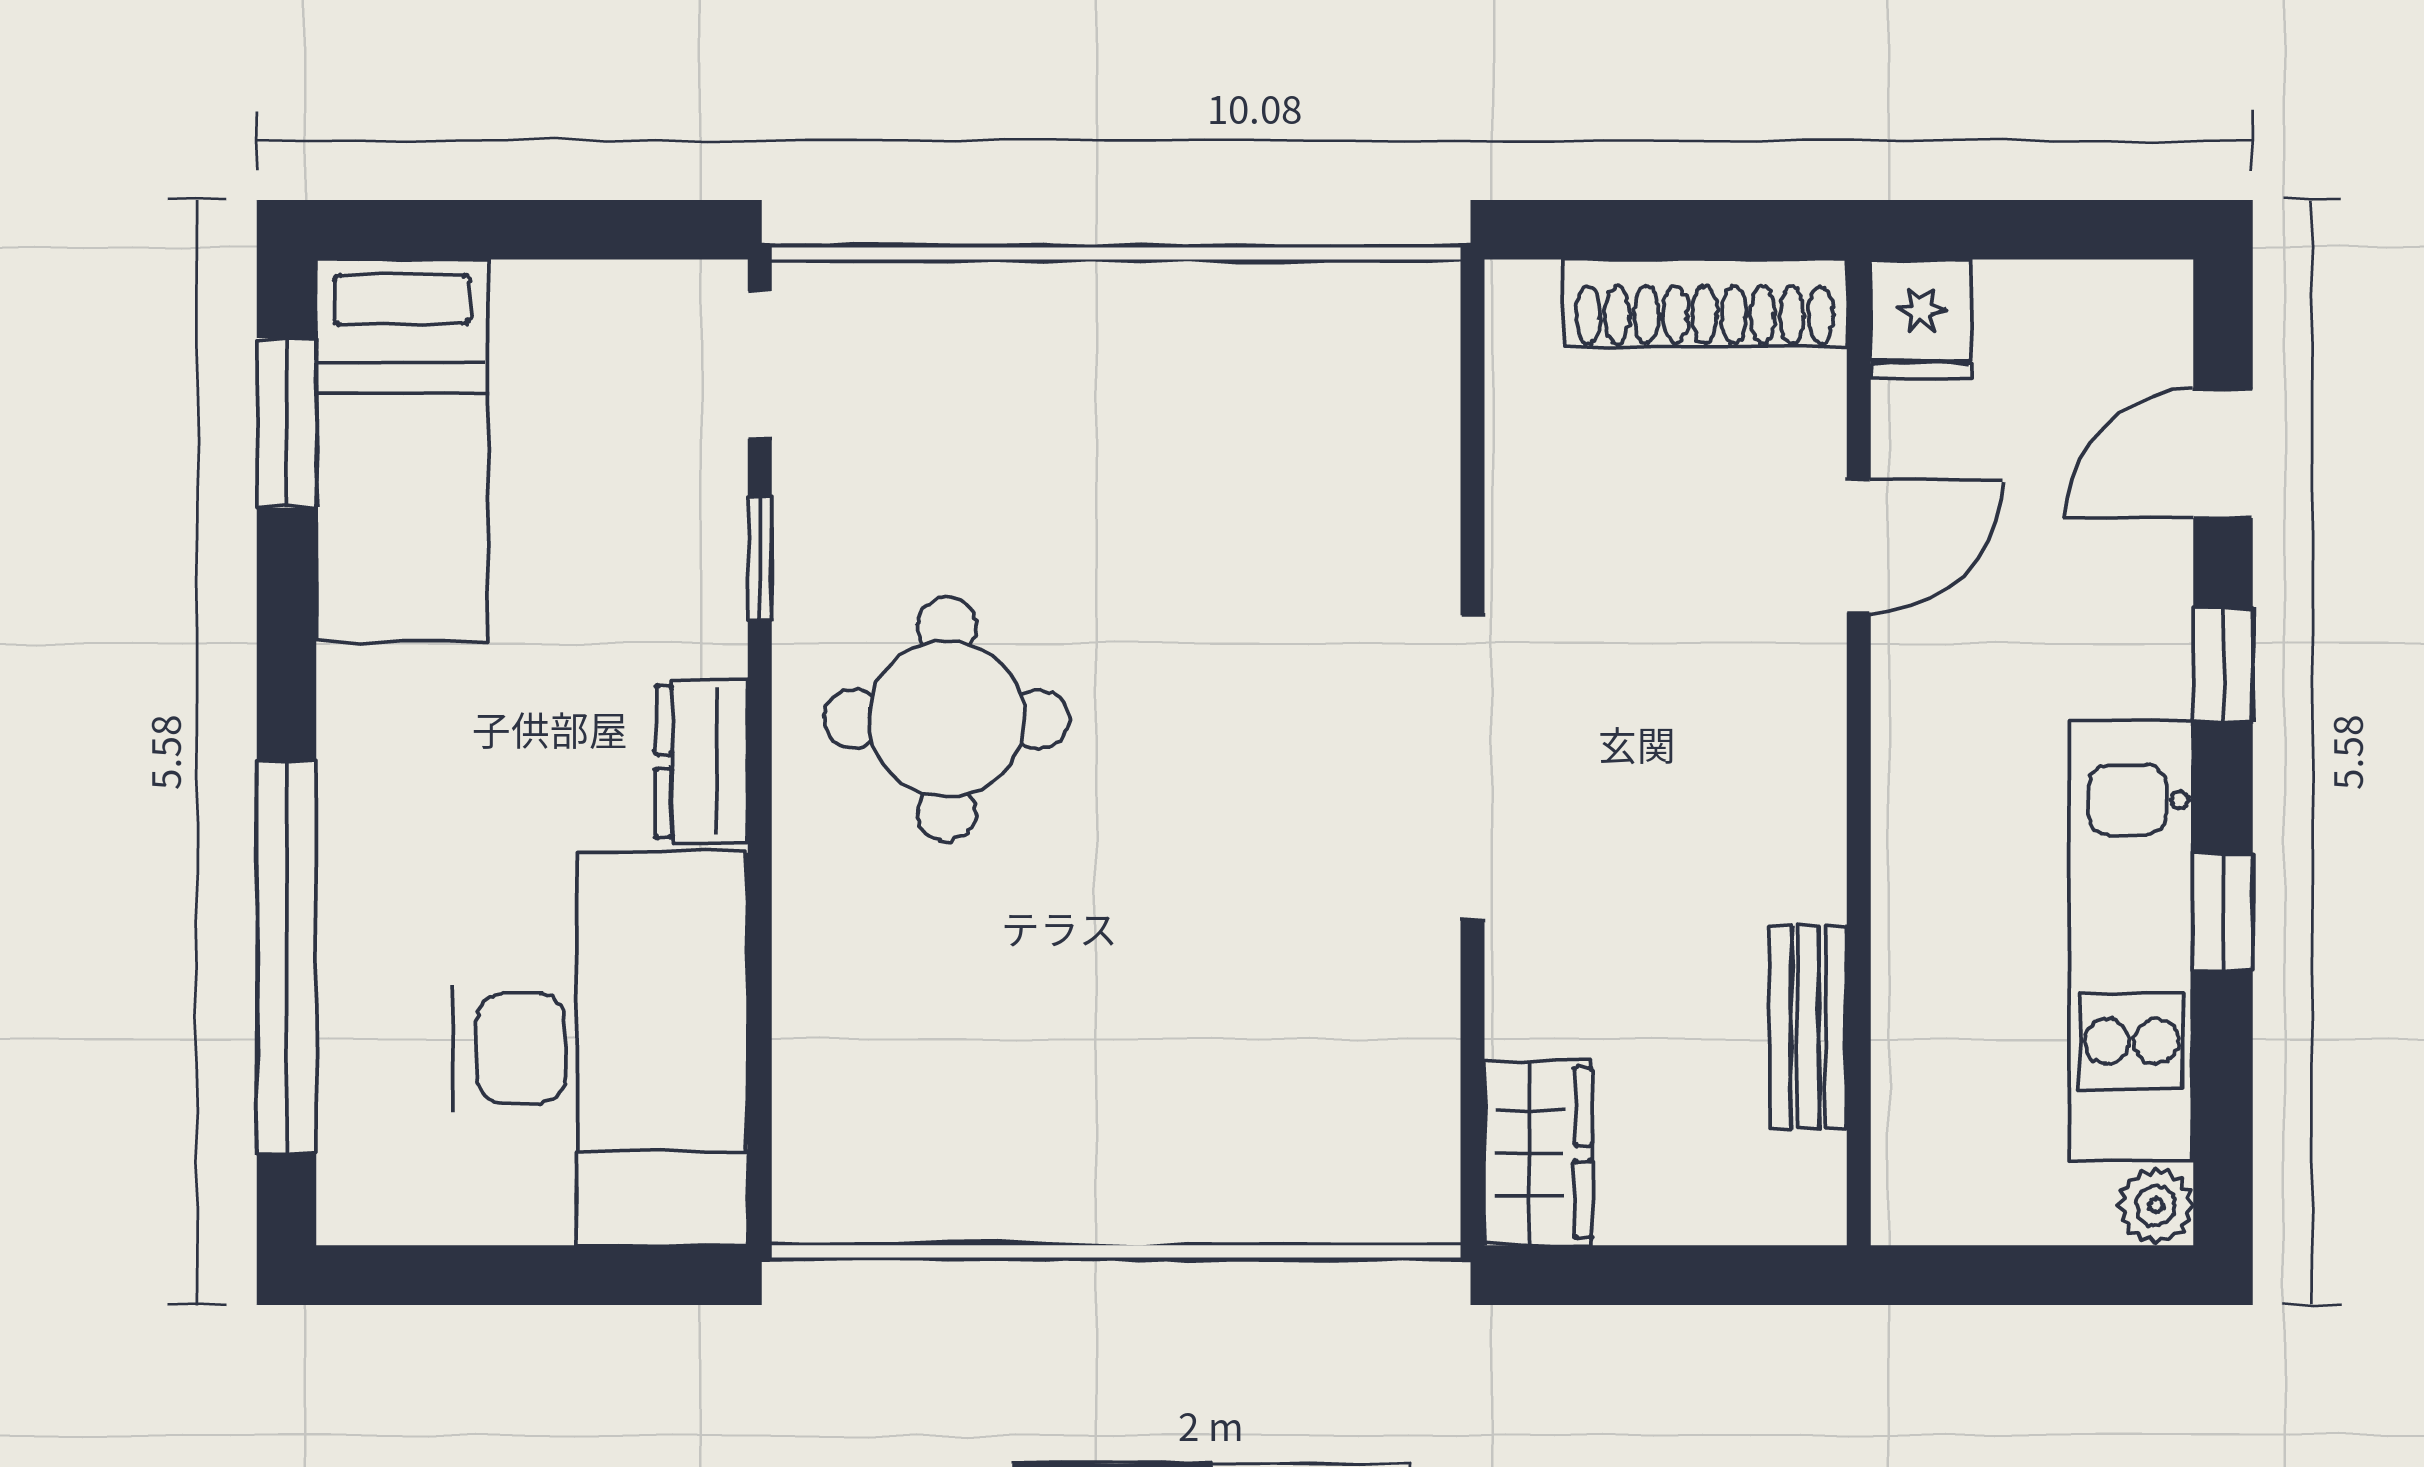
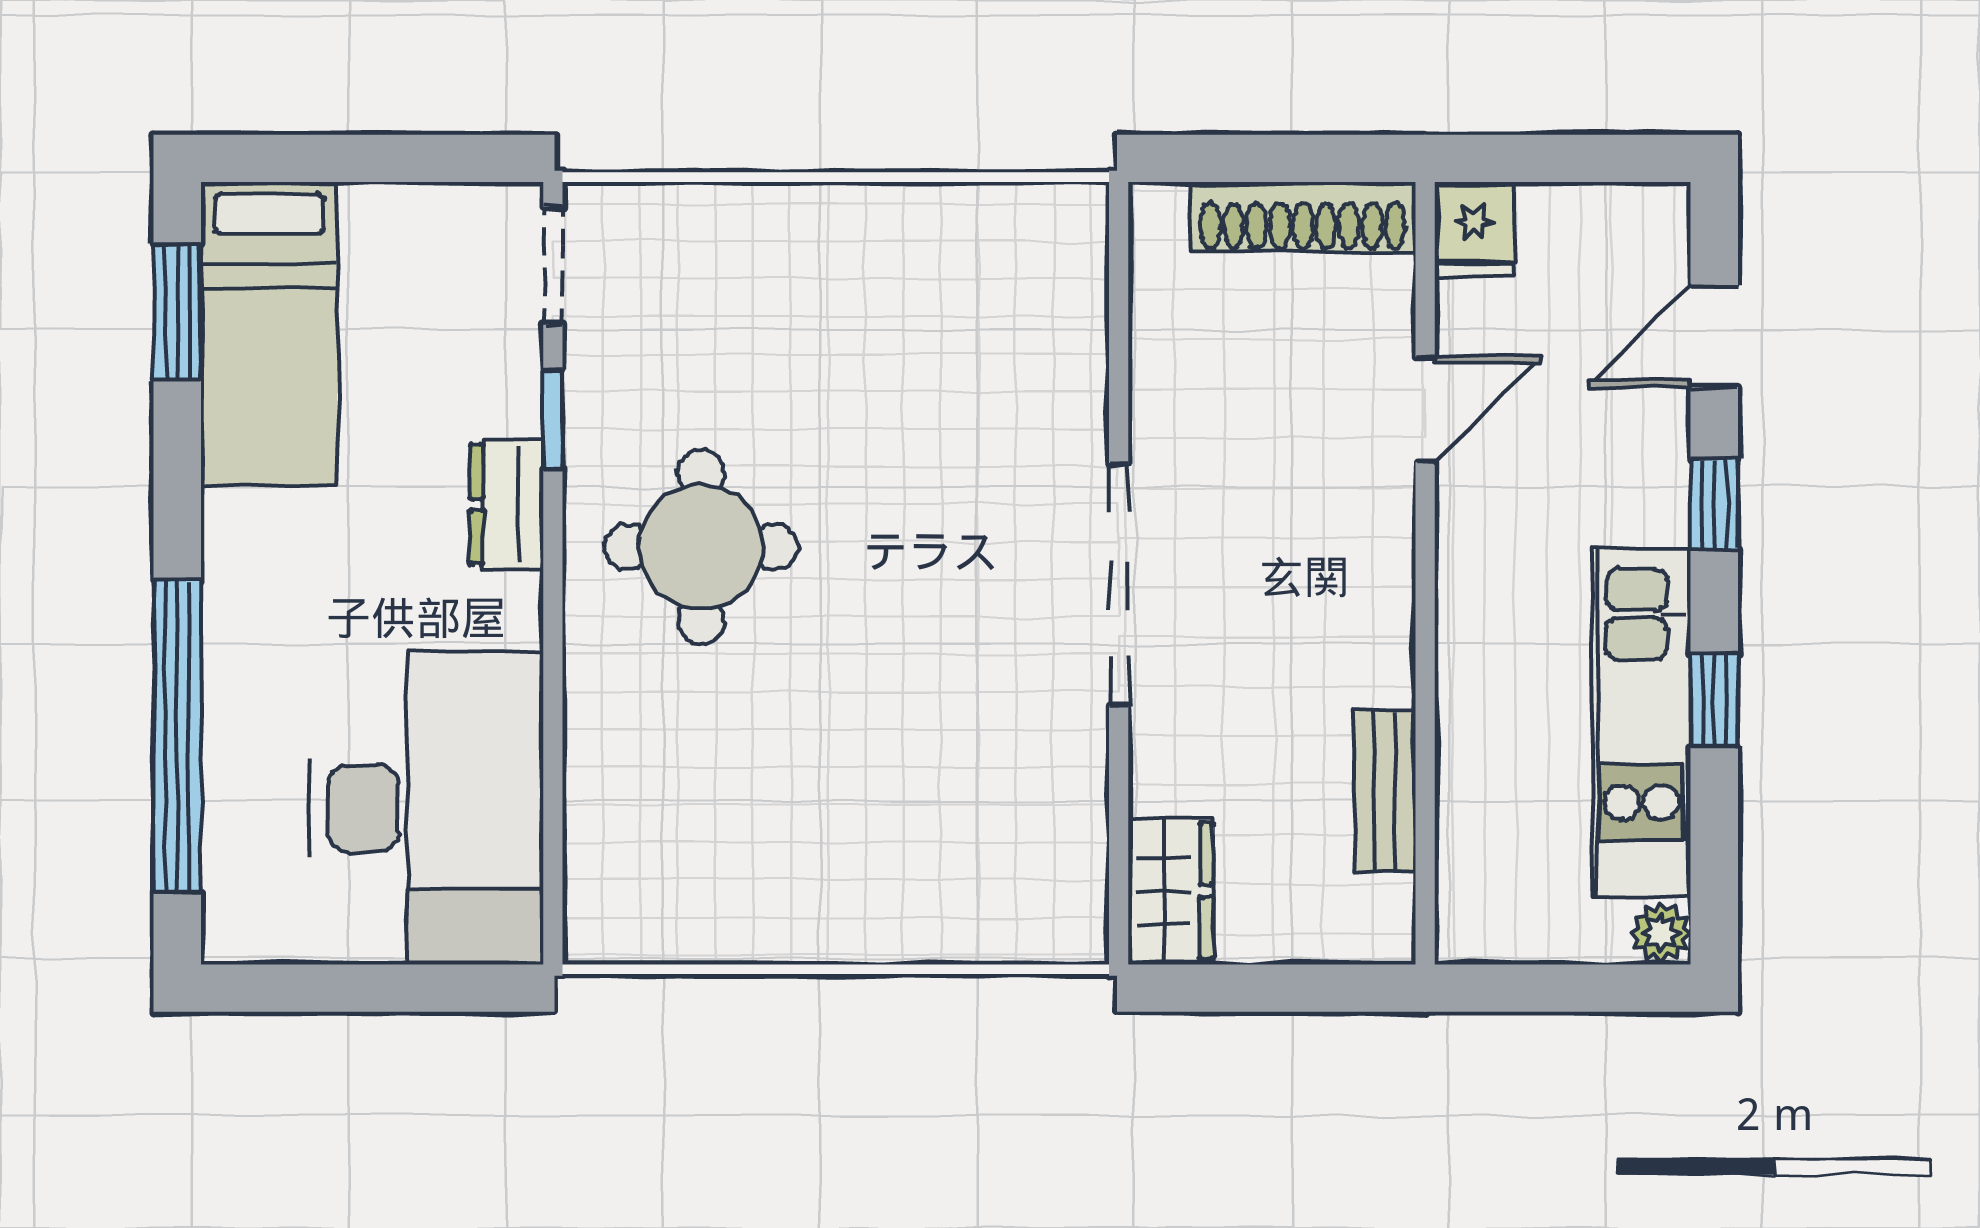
dresser: (702, 762) -> (507, 504), moved

